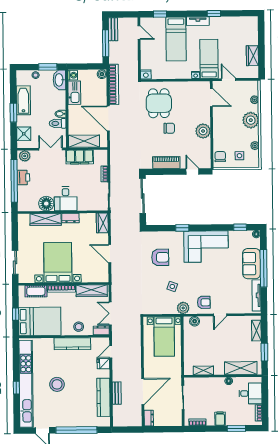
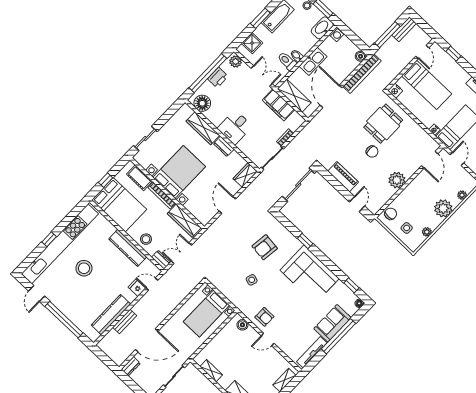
bed: (176, 39) -> (427, 85), moved, turned -90
kitchen sink: (74, 93) -> (313, 61), moved
floor lamp: (46, 204) -> (202, 103), moved
armchair: (160, 257) -> (265, 247), turned 97
plant: (183, 308) -> (244, 305), removed

